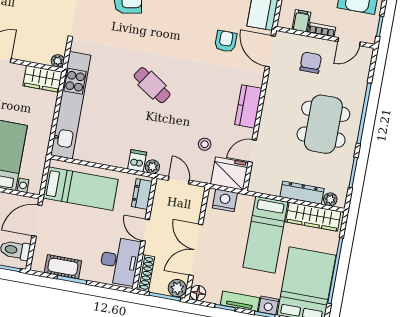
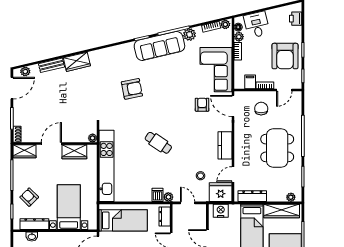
wardrobe: (43, 79) -> (74, 152), moved
dresser: (302, 193) -> (252, 196), moved

